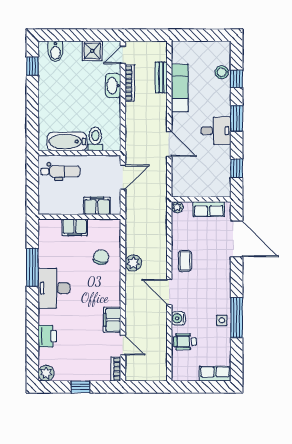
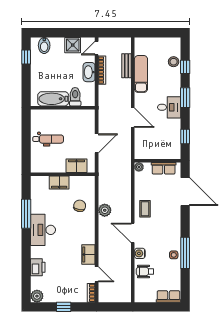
toilet: (95, 139) -> (75, 97), moved
bathtub: (67, 142) -> (53, 99), moved
wall: (79, 153) -> (63, 108), moved

